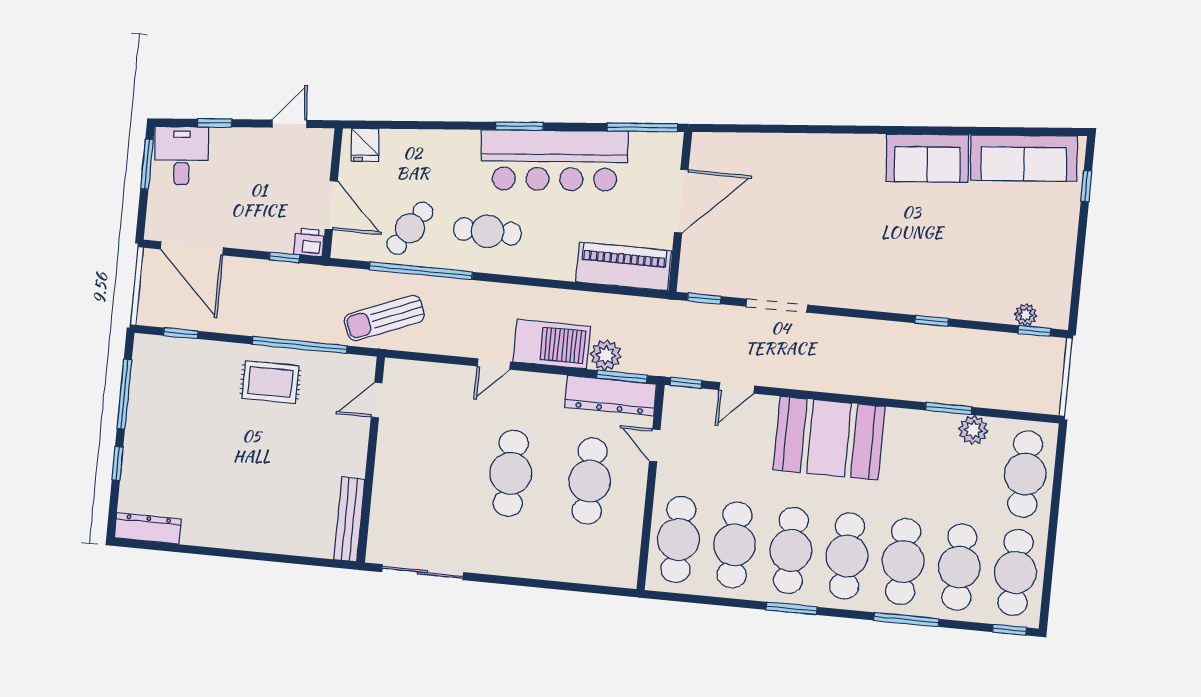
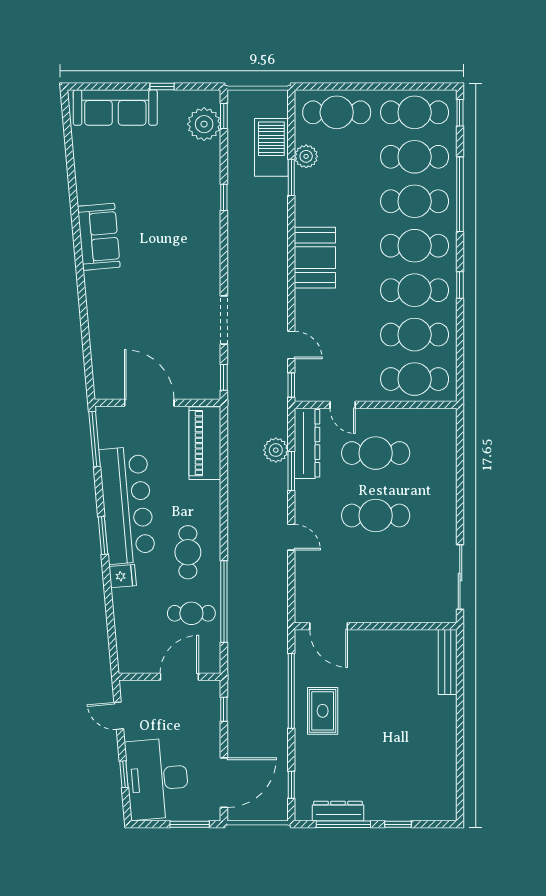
fridge: (365, 145) -> (123, 576), moved
desk: (182, 156) -> (157, 779), width x1.87, depth x1.30
sofa: (927, 158) -> (99, 237), moved
sofa: (1024, 158) -> (115, 108), moved, turned 95
window: (147, 164) -> (190, 824), moved
window: (1086, 186) -> (162, 87), moved
cafe table: (410, 228) -> (191, 613), turned -33
printer: (309, 243) -> (210, 691), removed
plant: (1026, 315) -> (204, 124), width x1.87, depth x1.87
sun lounger: (384, 318) -> (264, 626), removed
barbecue: (552, 344) -> (271, 147), moved
window: (622, 377) -> (291, 471), moved
door: (377, 400) -> (329, 626), width x1.37
booth: (829, 438) -> (315, 258), width x0.73, depth x0.70
door: (655, 445) -> (343, 405), hinge flipped
bench: (349, 519) -> (448, 662), moved, turned 90
dresser: (148, 529) -> (338, 811), moved, turned 90
window: (792, 608) -> (460, 285), width x0.67
window: (906, 620) -> (460, 194), width x1.46

